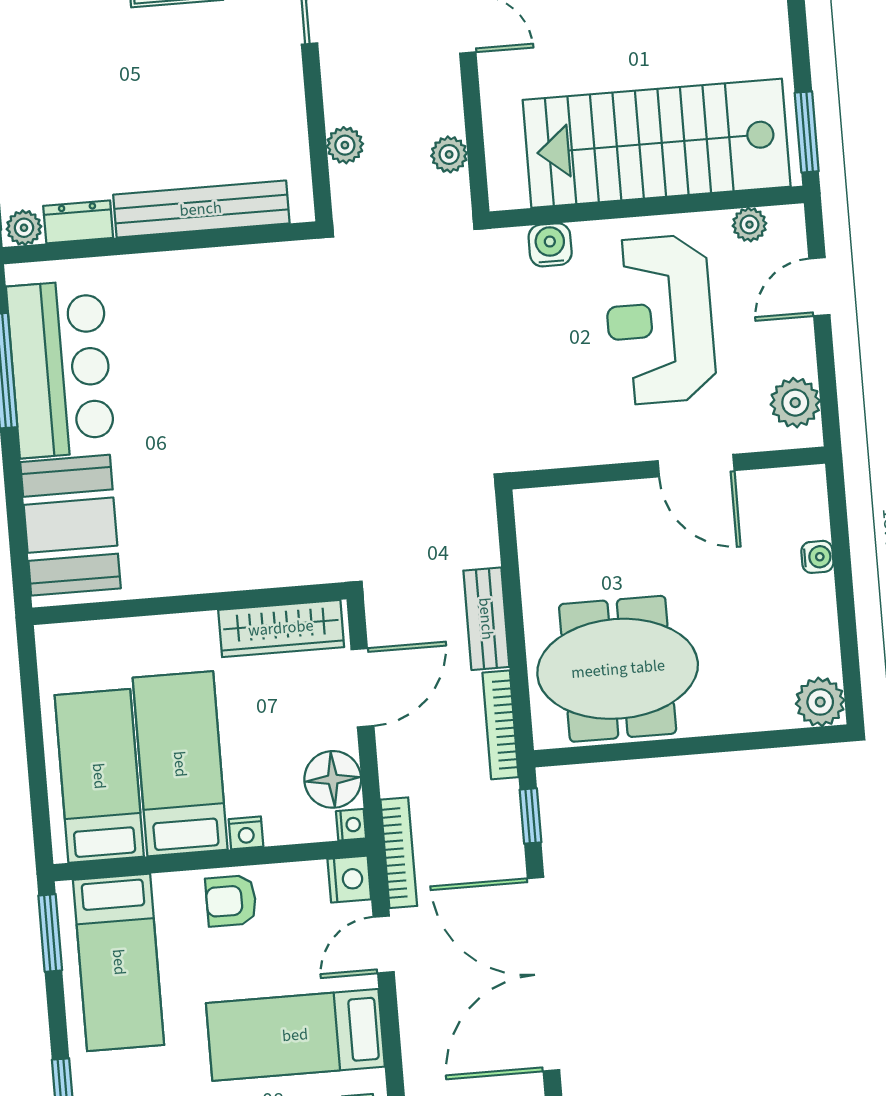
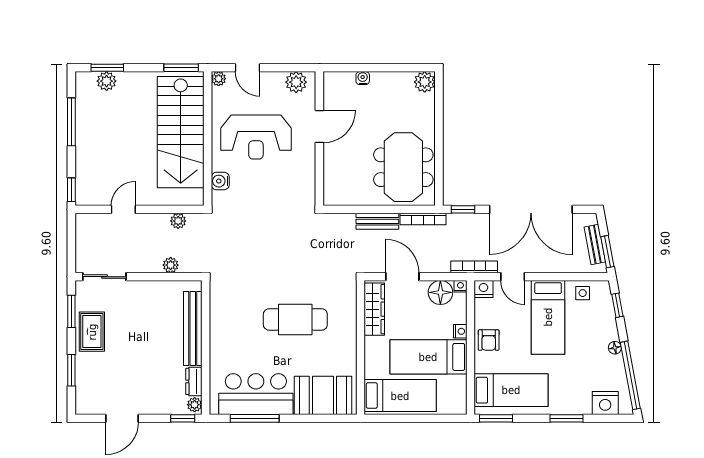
plant: (749, 225) -> (219, 79), moved
cafe table: (242, 446) -> (295, 319), added
bed: (99, 776) -> (400, 396), moved, turned 180

